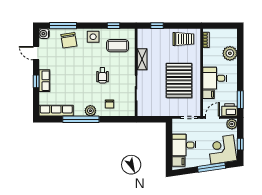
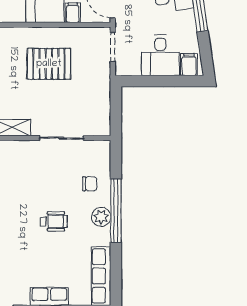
wheelchair: (102, 75) -> (54, 221), moved
pallet: (179, 80) -> (49, 64), width x0.73, depth x0.71
window: (81, 119) -> (116, 211), moved

